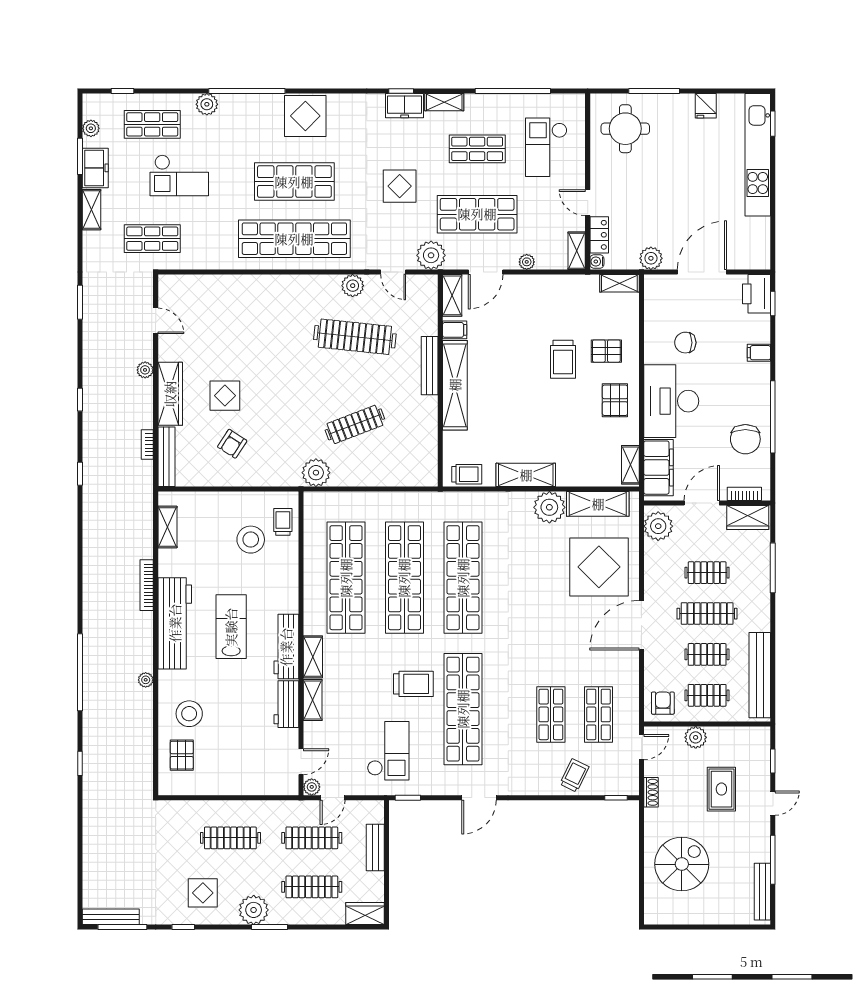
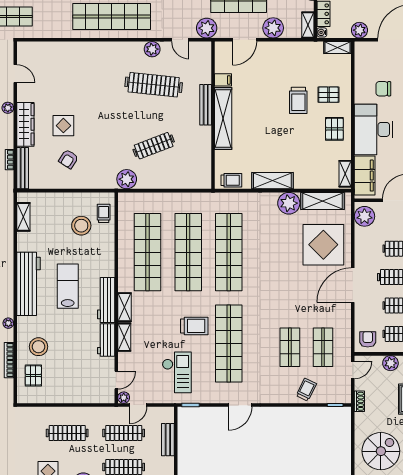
plant: (527, 262) -> (273, 28), width x1.88, depth x1.88
shelving: (452, 295) -> (221, 56), removed
bookcase: (147, 585) -> (9, 360), moved

